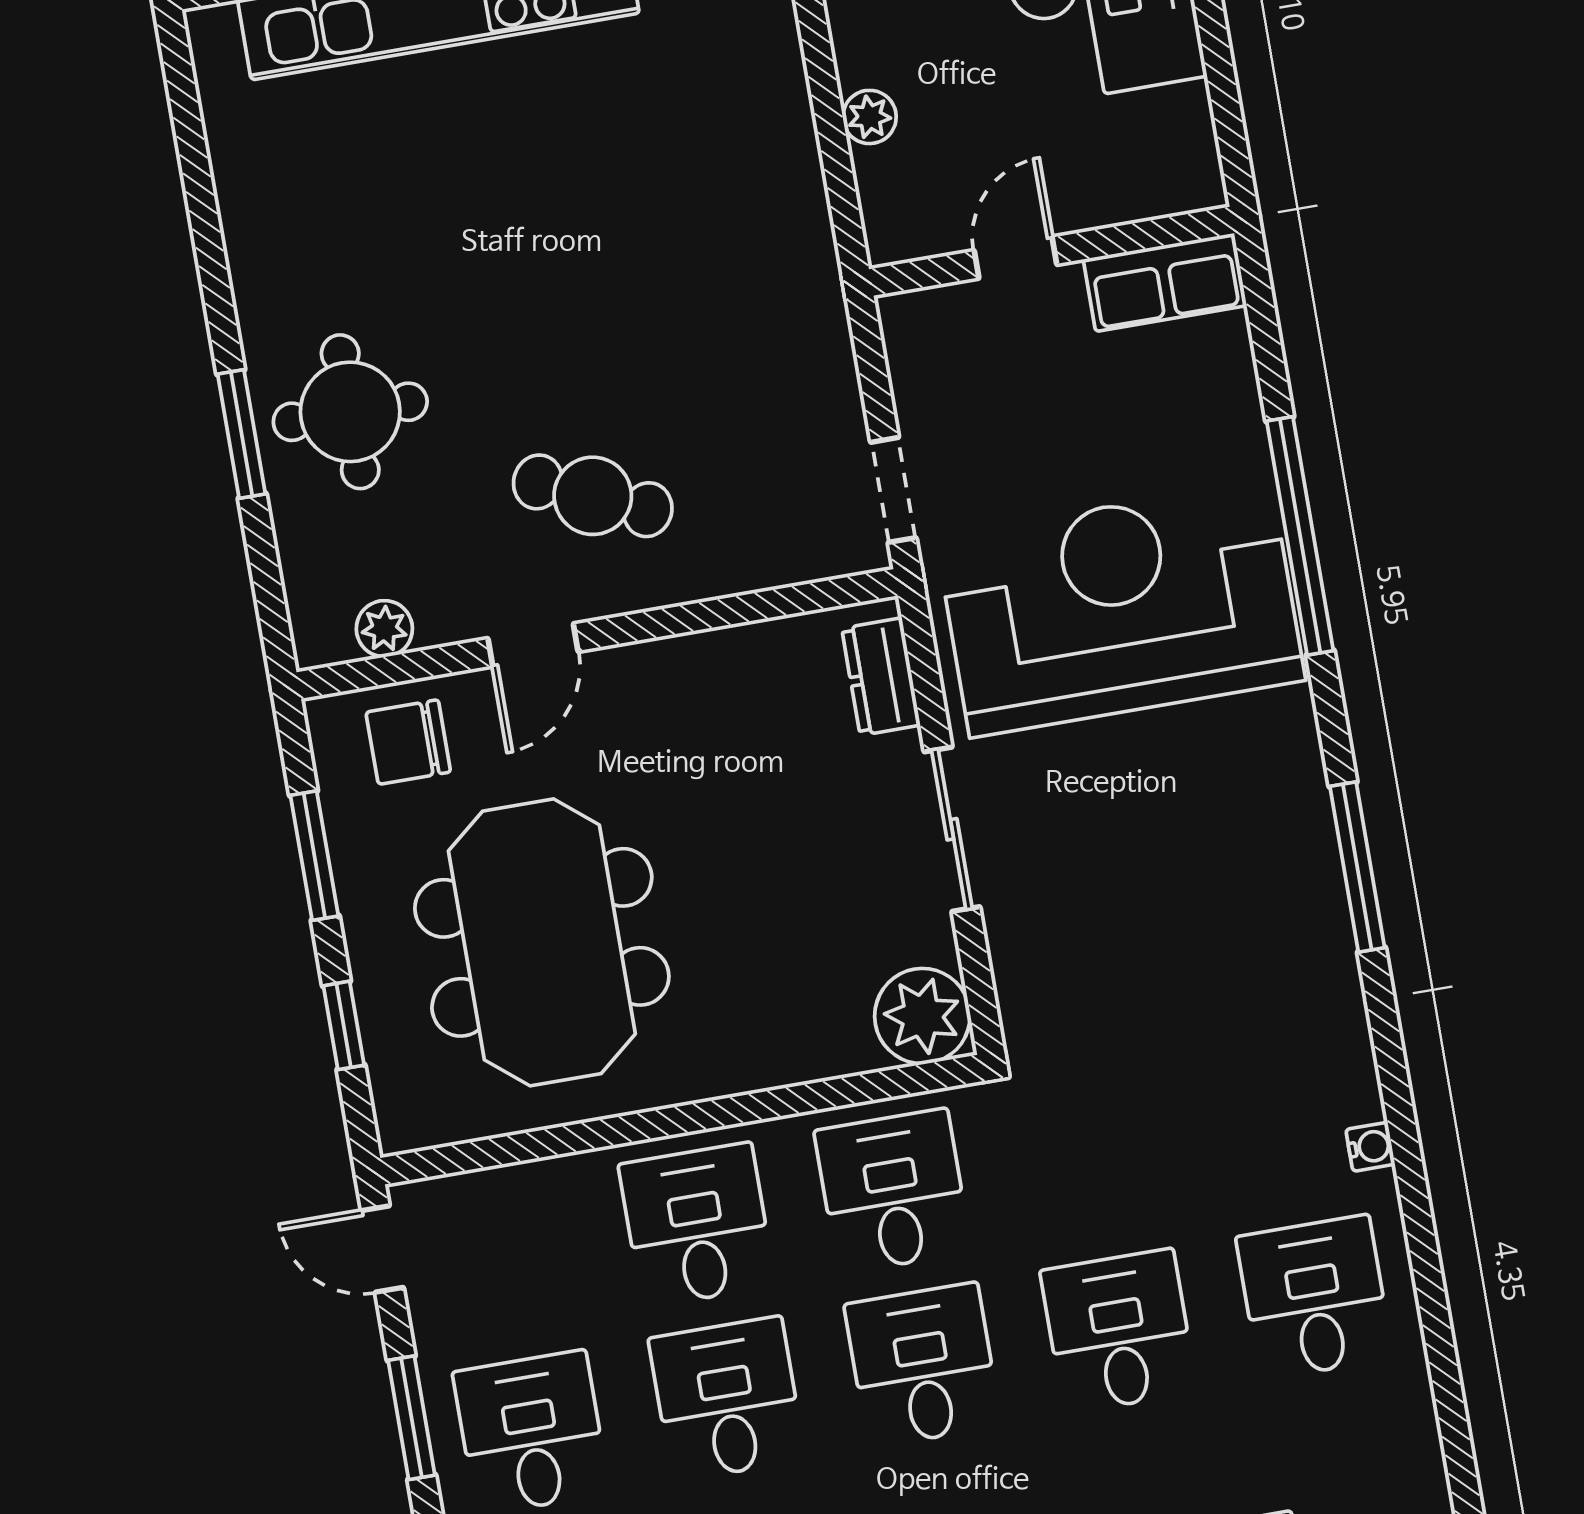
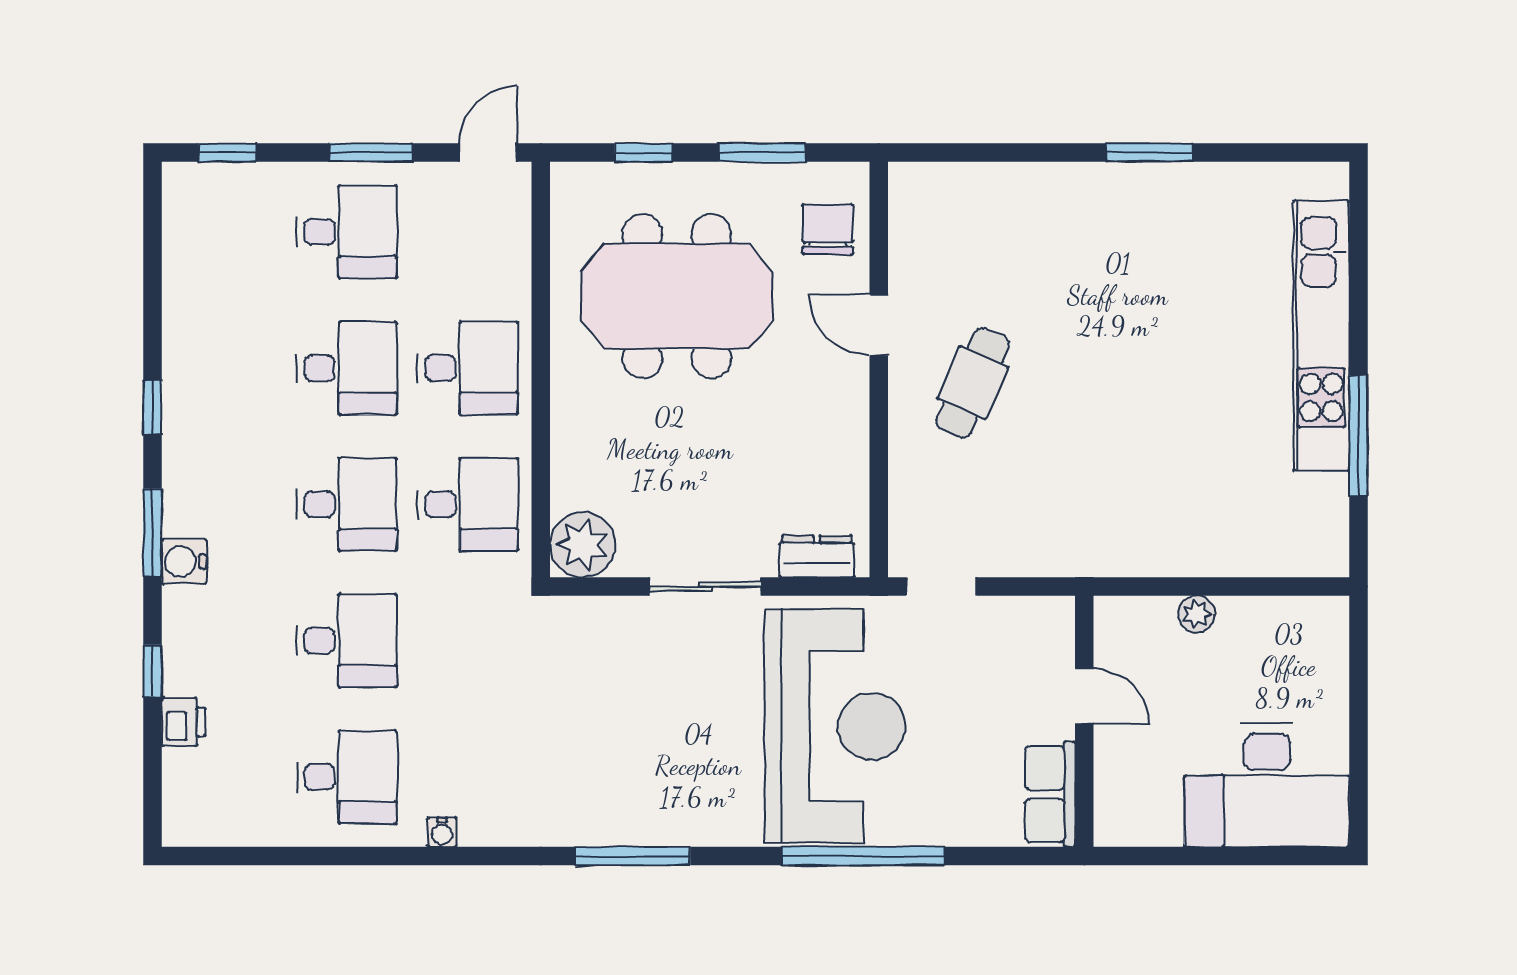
round table: (350, 412) -> (1058, 229), removed
window: (242, 434) -> (1149, 153), moved
plant: (384, 629) -> (907, 226), removed

